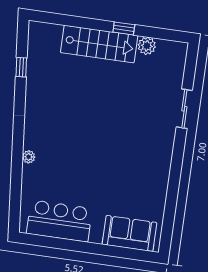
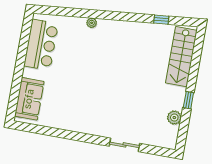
stairs: (99, 44) -> (181, 57), moved

